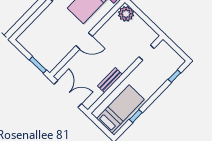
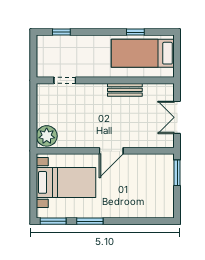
door: (84, 41) -> (111, 151), swing flipped
double door: (68, 94) -> (177, 117), width x0.73

